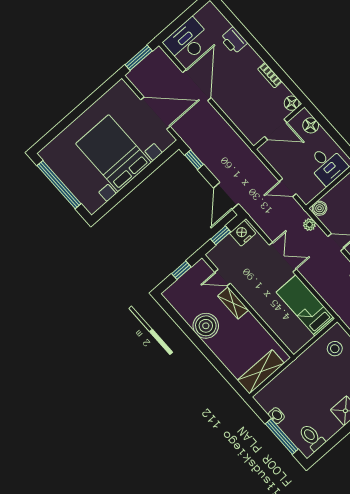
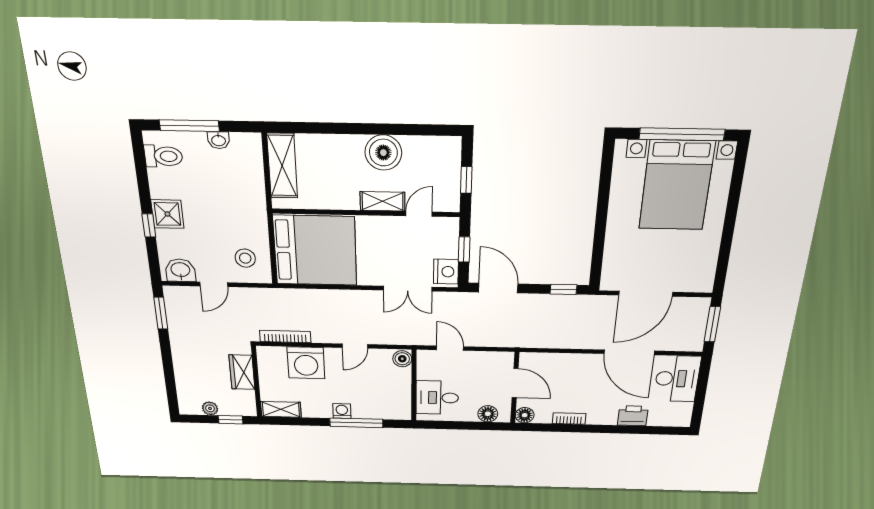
door: (276, 129) -> (515, 383), swing flipped
bed with nightstands: (113, 153) -> (677, 185), moved, turned 90
door: (288, 188) -> (450, 348), hinge flipped
plant: (309, 225) -> (395, 338), removed
double door: (283, 257) -> (408, 289), moved
bed: (305, 305) -> (315, 251), width x2.04

